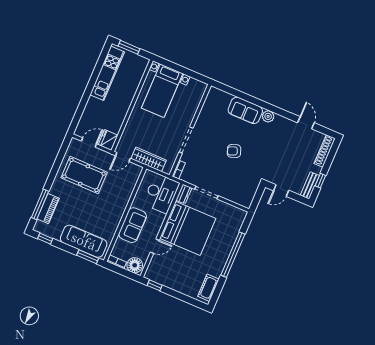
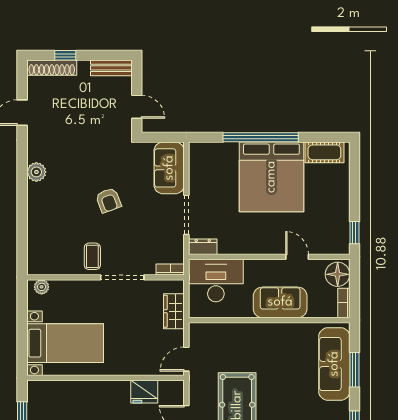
plant: (200, 91) -> (42, 287), added
sofa: (245, 110) -> (169, 168), moved, turned 180
coffee table: (206, 128) -> (92, 256), added
fridge: (108, 140) -> (144, 392), moved
door: (123, 157) -> (186, 359), swing flipped
wardrobe: (149, 159) -> (174, 311), width x0.67
window: (320, 181) -> (65, 55), moved
bed: (188, 228) -> (271, 177), moved, turned 180
window: (88, 257) -> (354, 370), moved

